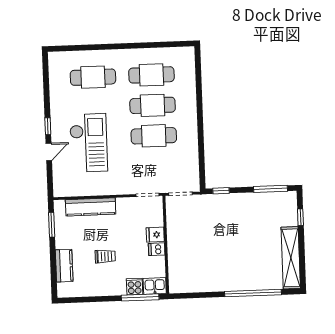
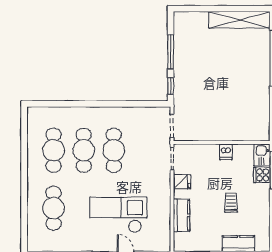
window: (270, 189) -> (171, 52), moved
kitchen counter: (91, 207) -> (181, 215), width x0.67
window: (300, 217) -> (200, 9), removed
fridge: (155, 235) -> (182, 182), moved, turned -90

